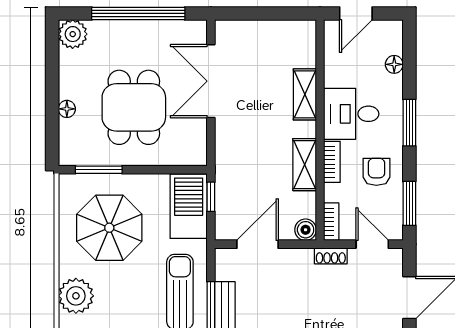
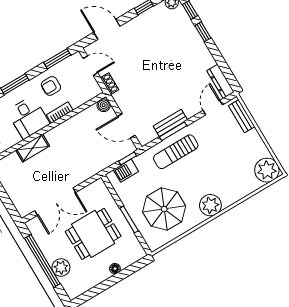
plant: (73, 34) -> (61, 268), moved
shelving: (305, 165) -> (70, 126), removed
window: (99, 170) -> (129, 220), moved
window: (211, 197) -> (128, 158), moved
barbecue: (189, 206) -> (126, 171), width x0.53, depth x0.65
bookcase: (331, 222) -> (91, 94), removed
door: (372, 244) -> (90, 66), swing flipped

